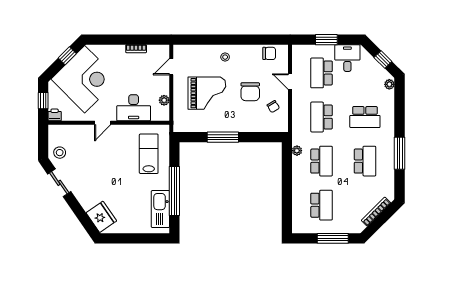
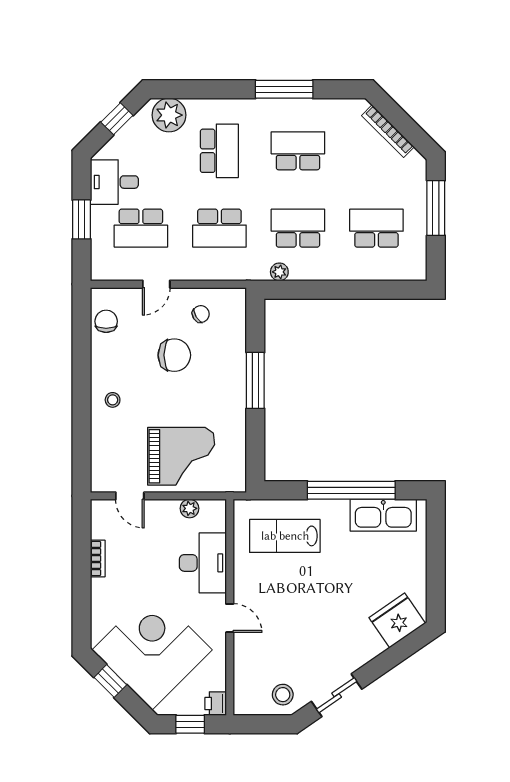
plant: (389, 84) -> (169, 115), width x1.87, depth x1.87
grand piano: (207, 93) -> (181, 456), moved, turned 90
window: (223, 137) -> (255, 380), moved

